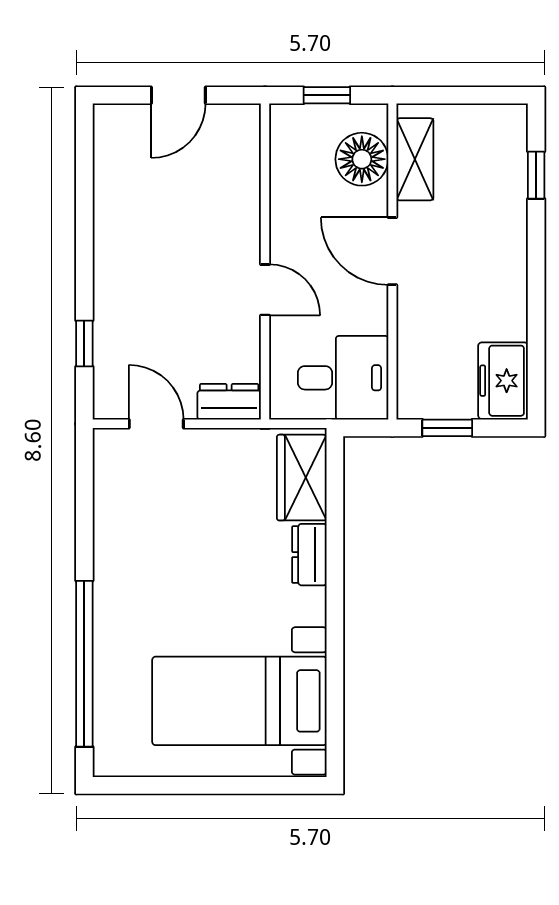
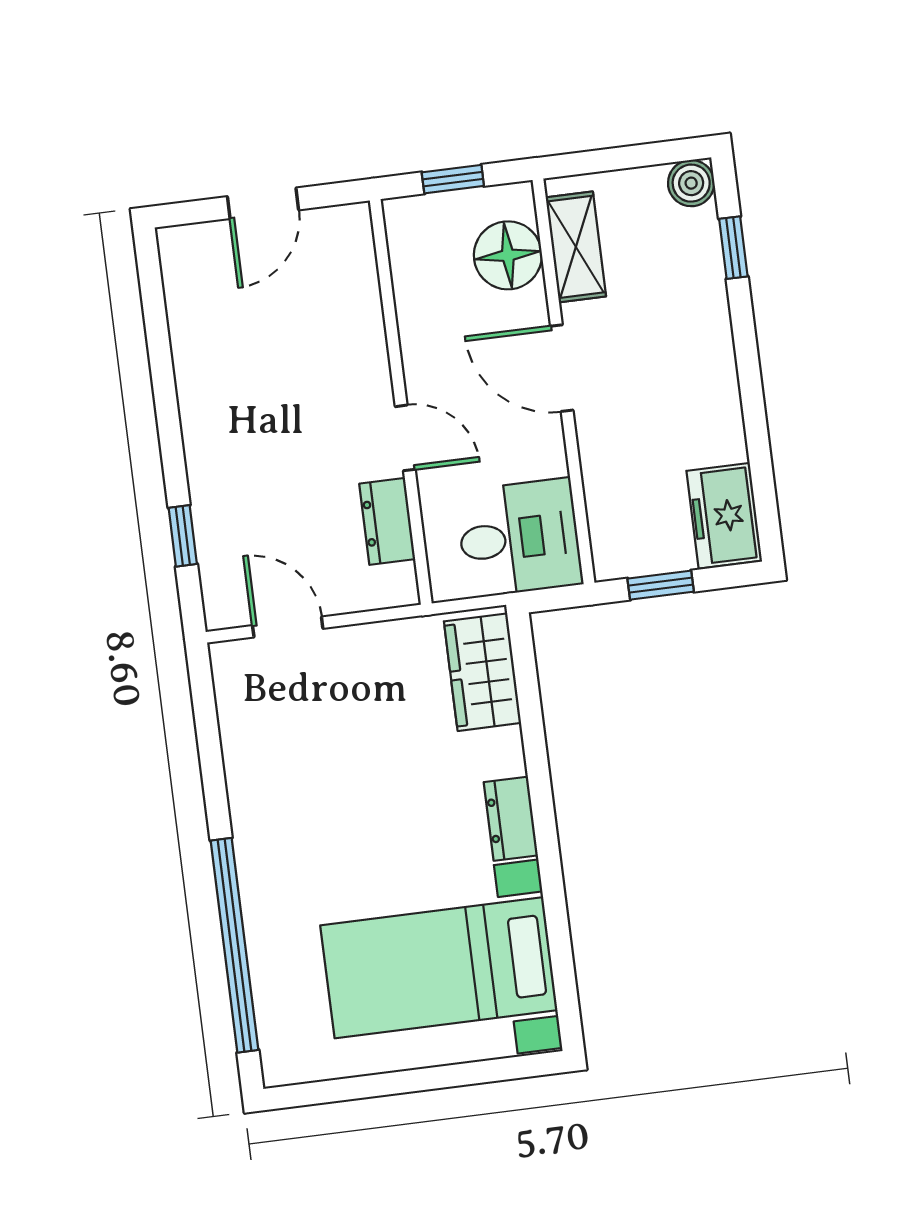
boiler: (510, 121) -> (691, 183), added
dresser: (229, 402) -> (387, 521), moved, turned -90
dresser: (309, 555) -> (511, 819), moved

